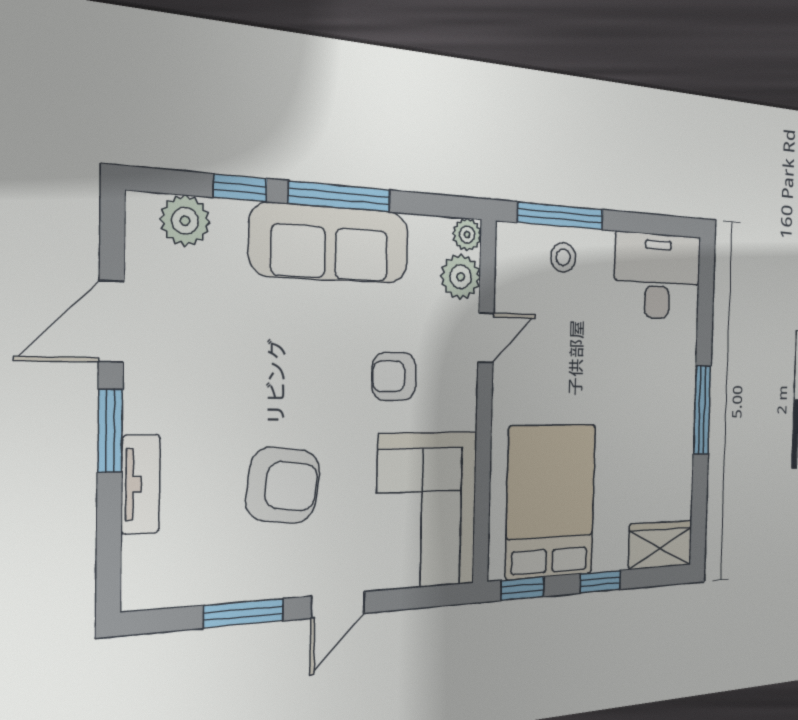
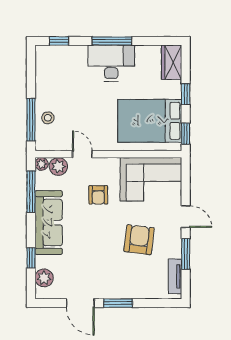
window: (340, 197) -> (31, 192), moved
desk: (658, 276) -> (111, 63), moved, turned 90
window: (706, 292) -> (59, 41), added
tv unit: (141, 484) -> (175, 276), moved, turned -90

